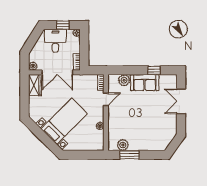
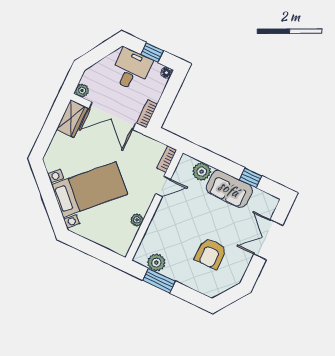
armchair: (152, 125) -> (211, 254), added

